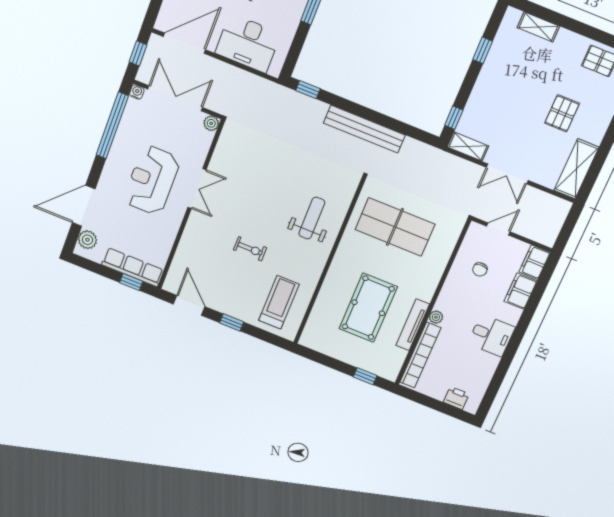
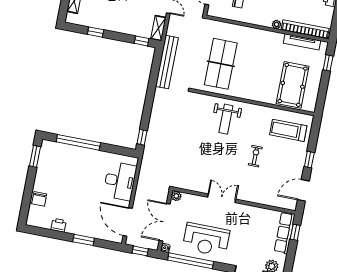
bench: (364, 129) -> (167, 62), moved
reception desk: (152, 180) -> (206, 240), moved
weight bench: (312, 218) -> (226, 119), turned -90
pool table: (368, 308) -> (293, 85), moved, turned 90
tv unit: (413, 325) -> (302, 42), moved

